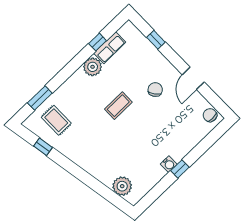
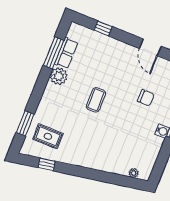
window: (98, 42) -> (54, 53), width x2.17
chair: (155, 90) -> (146, 98), moved, turned 126
plant: (122, 186) -> (134, 173), width x0.53, depth x0.53

